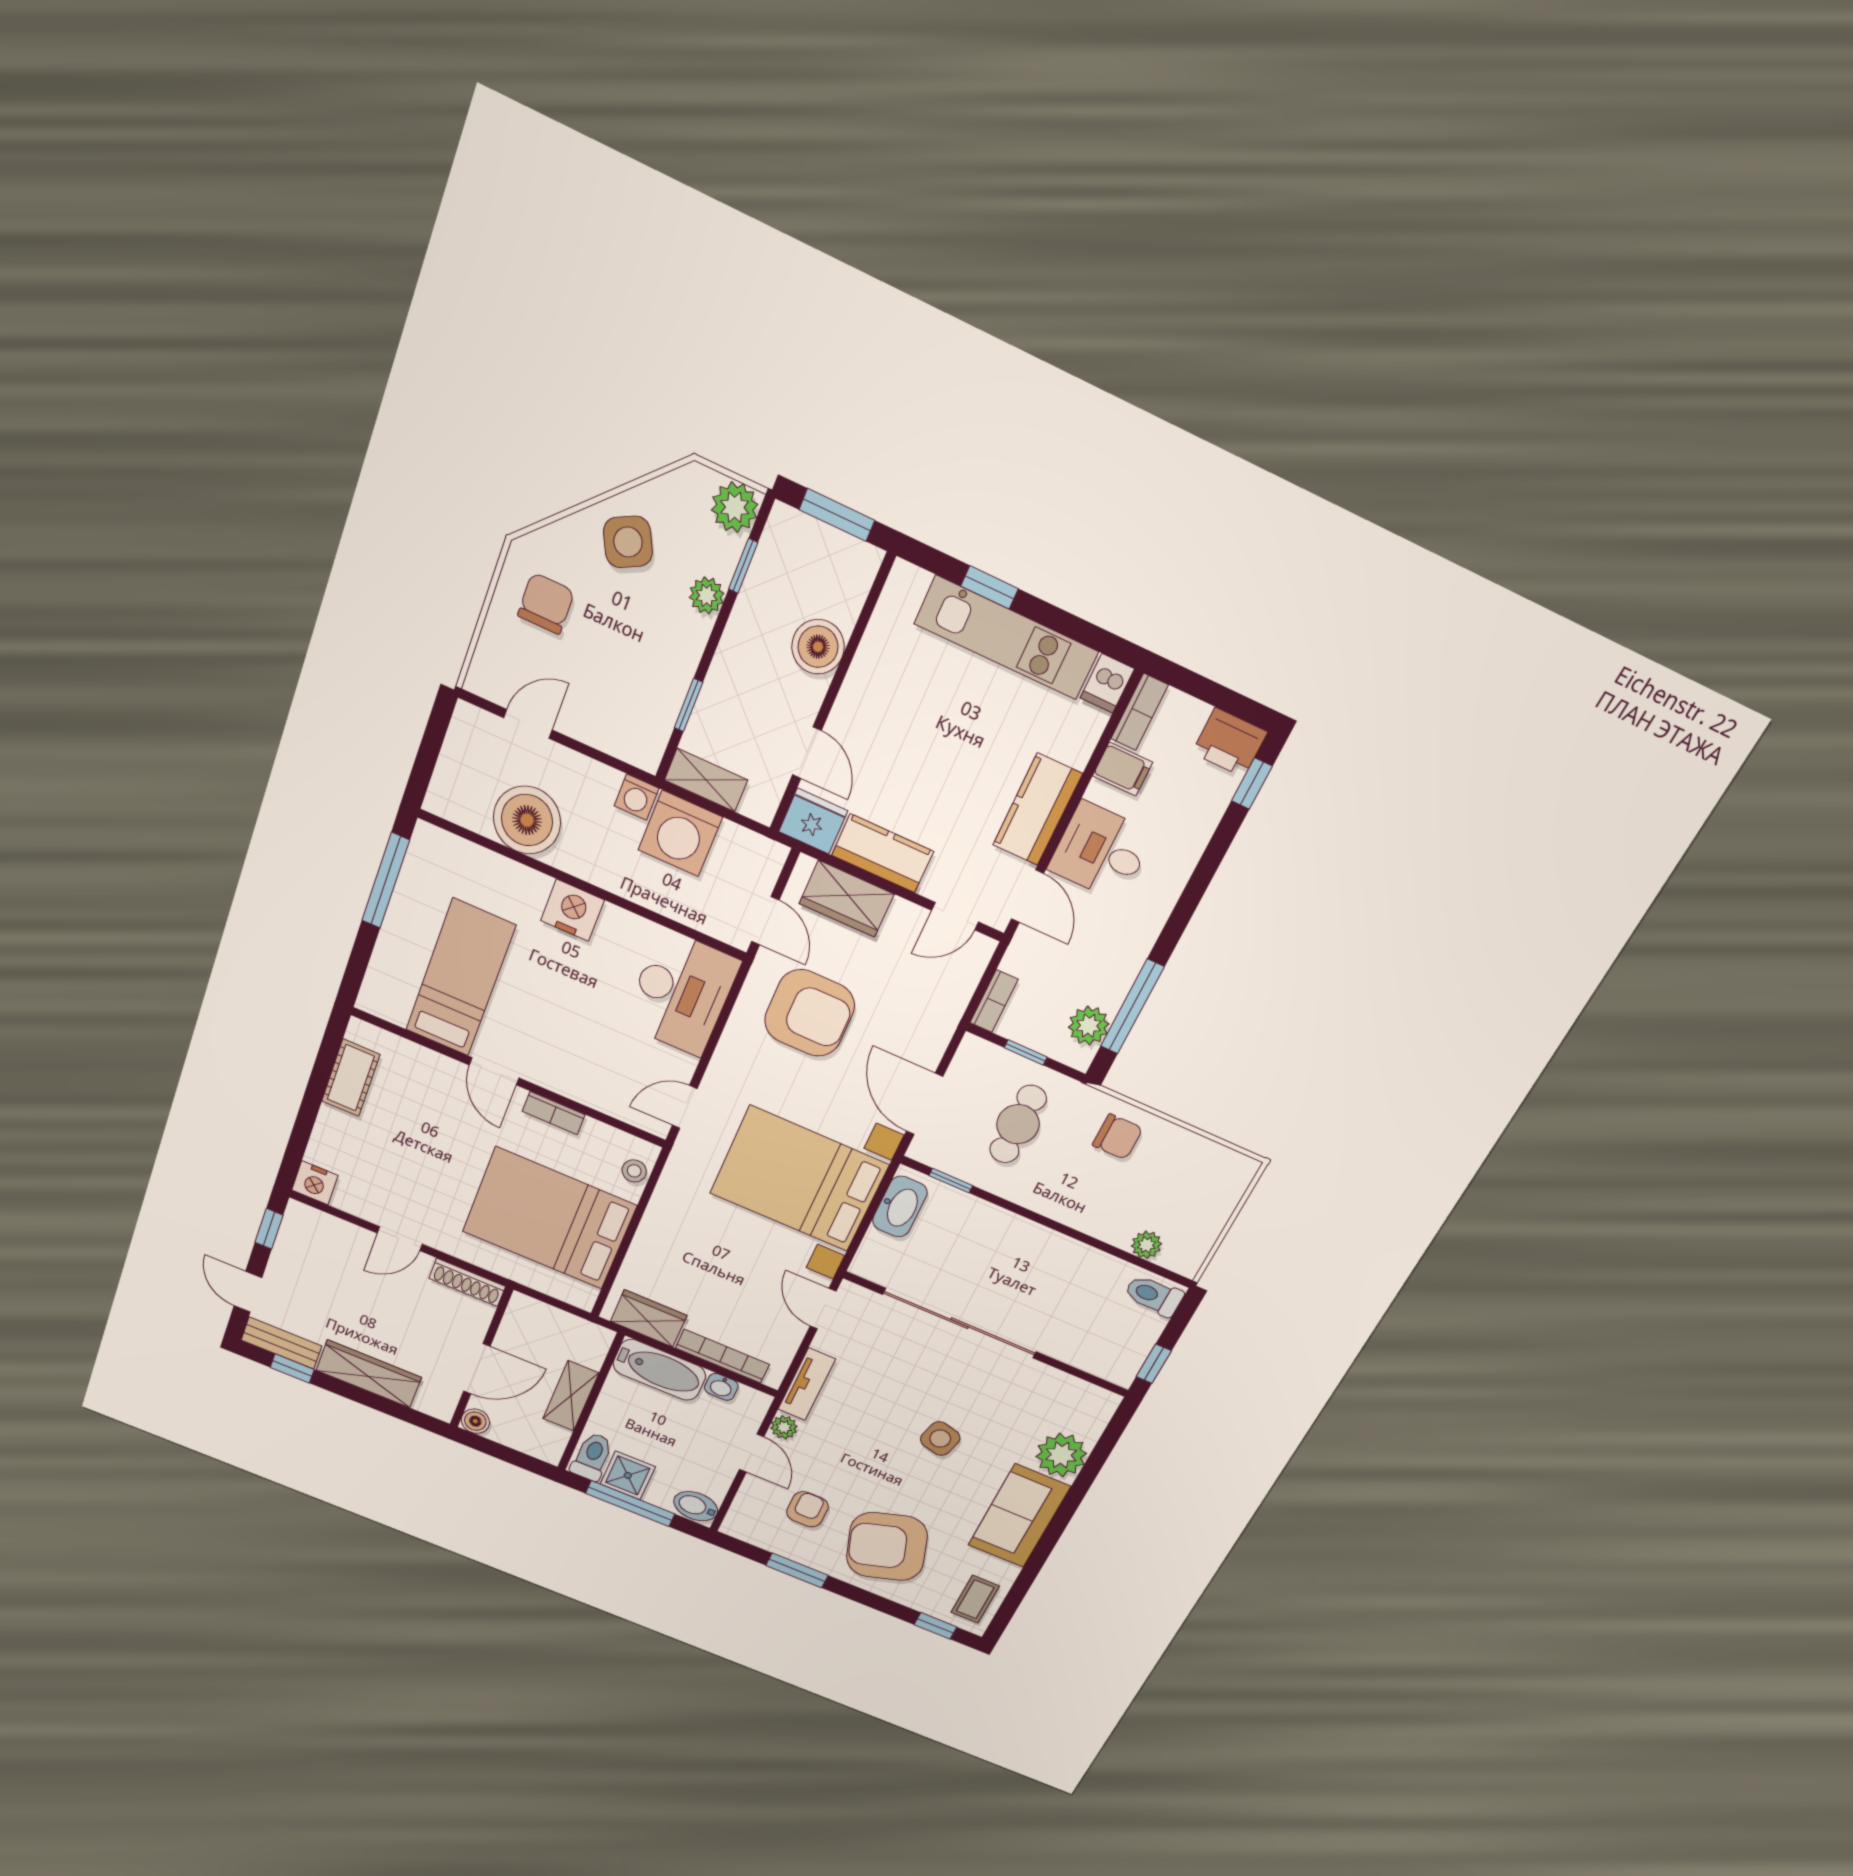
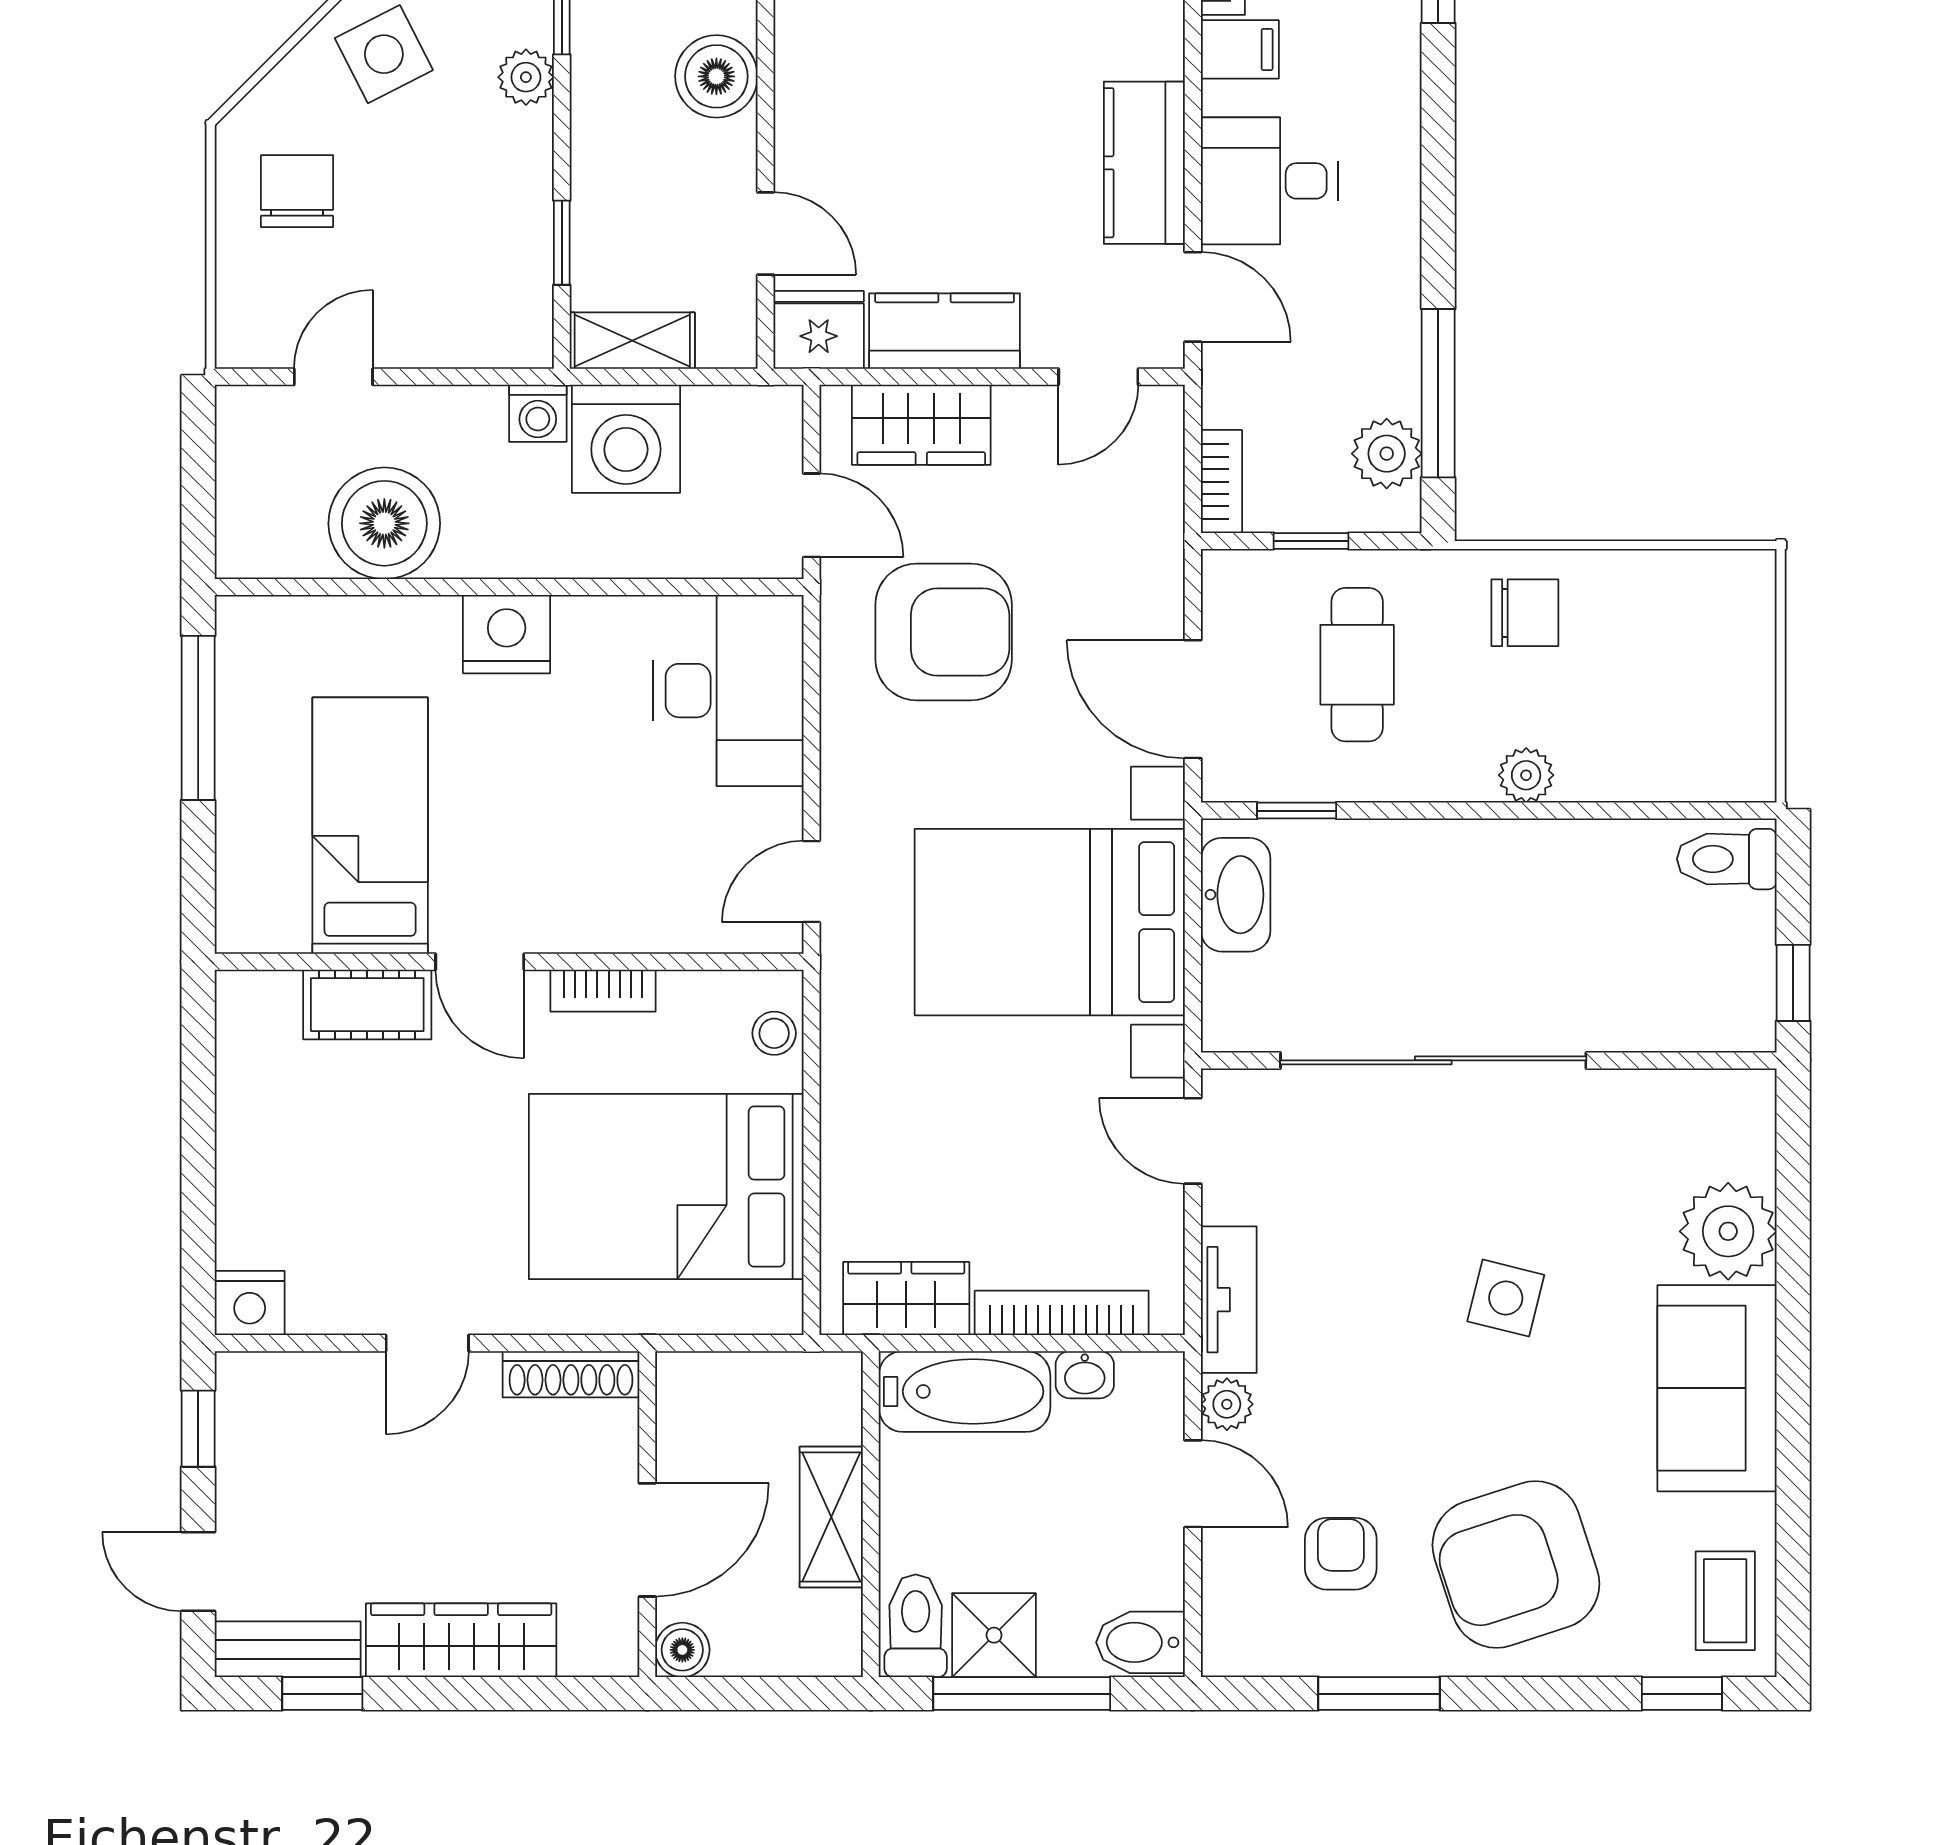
cot: (351, 1078) -> (367, 1005), moved, turned 90
plant: (1146, 1245) -> (1526, 775), moved

